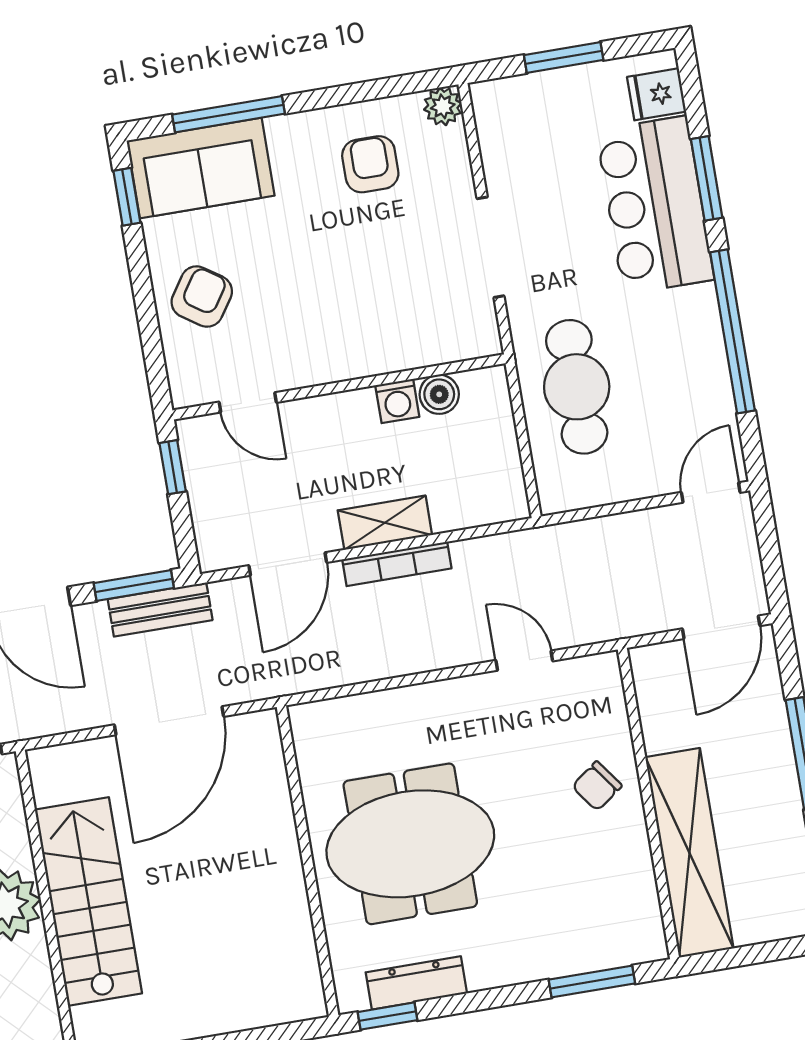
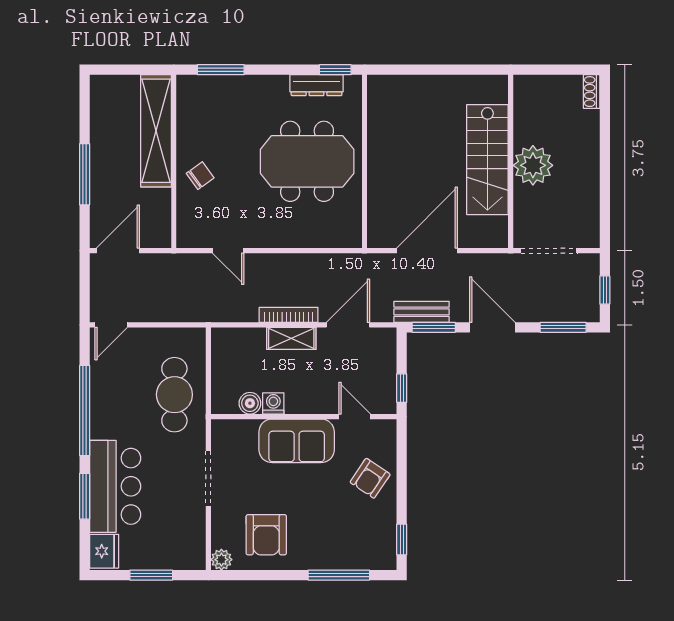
fridge: (657, 94) -> (104, 551), width x1.38
armchair: (370, 164) -> (266, 535), width x1.38, depth x1.38
sofa: (201, 168) -> (297, 441), moved, turned 180

